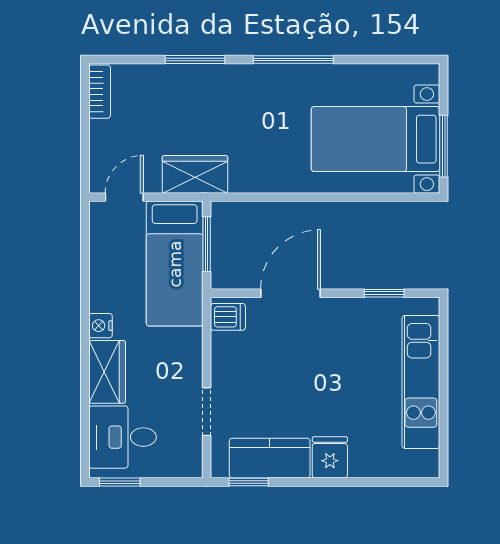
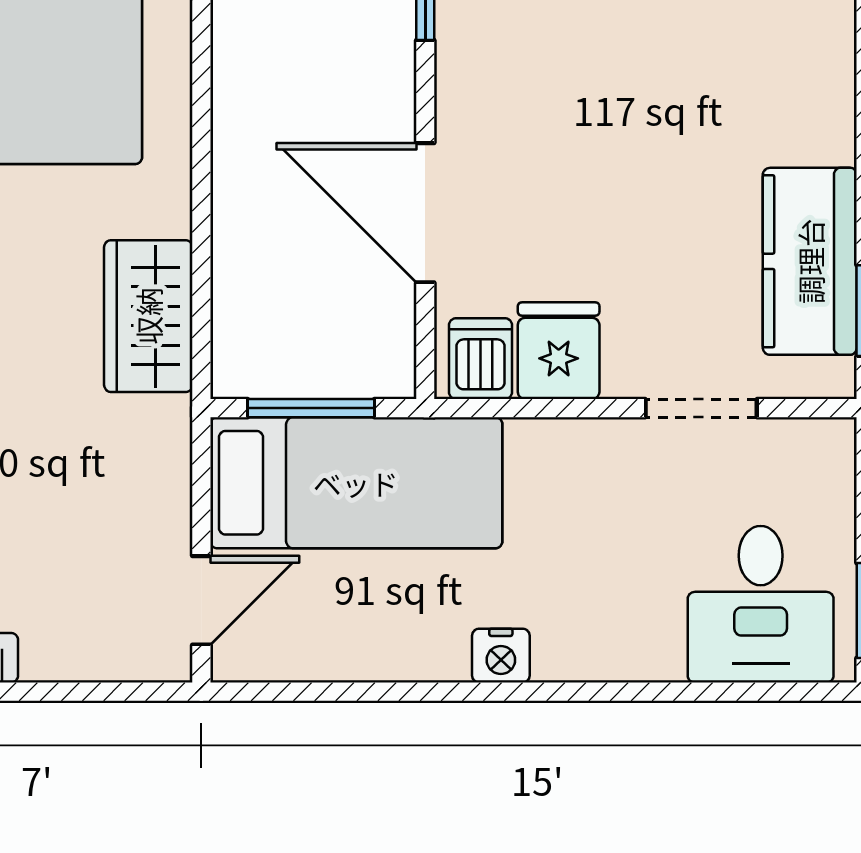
wardrobe: (195, 174) -> (148, 316), moved
door: (124, 197) -> (201, 600), swing flipped
wardrobe: (107, 372) -> (609, 640), removed
fridge: (330, 457) -> (559, 351), moved, turned 90

